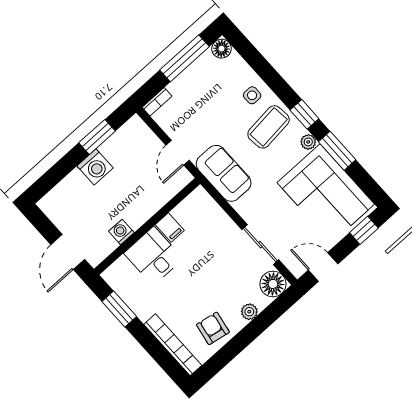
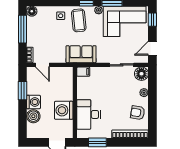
door: (178, 153) -> (42, 65), moved
boiler: (75, 185) -> (33, 116), added
filing cabinet: (170, 227) -> (83, 72), moved
washing machine: (121, 232) -> (64, 110), width x1.89, depth x1.89
desk: (153, 256) -> (89, 114), width x1.37

